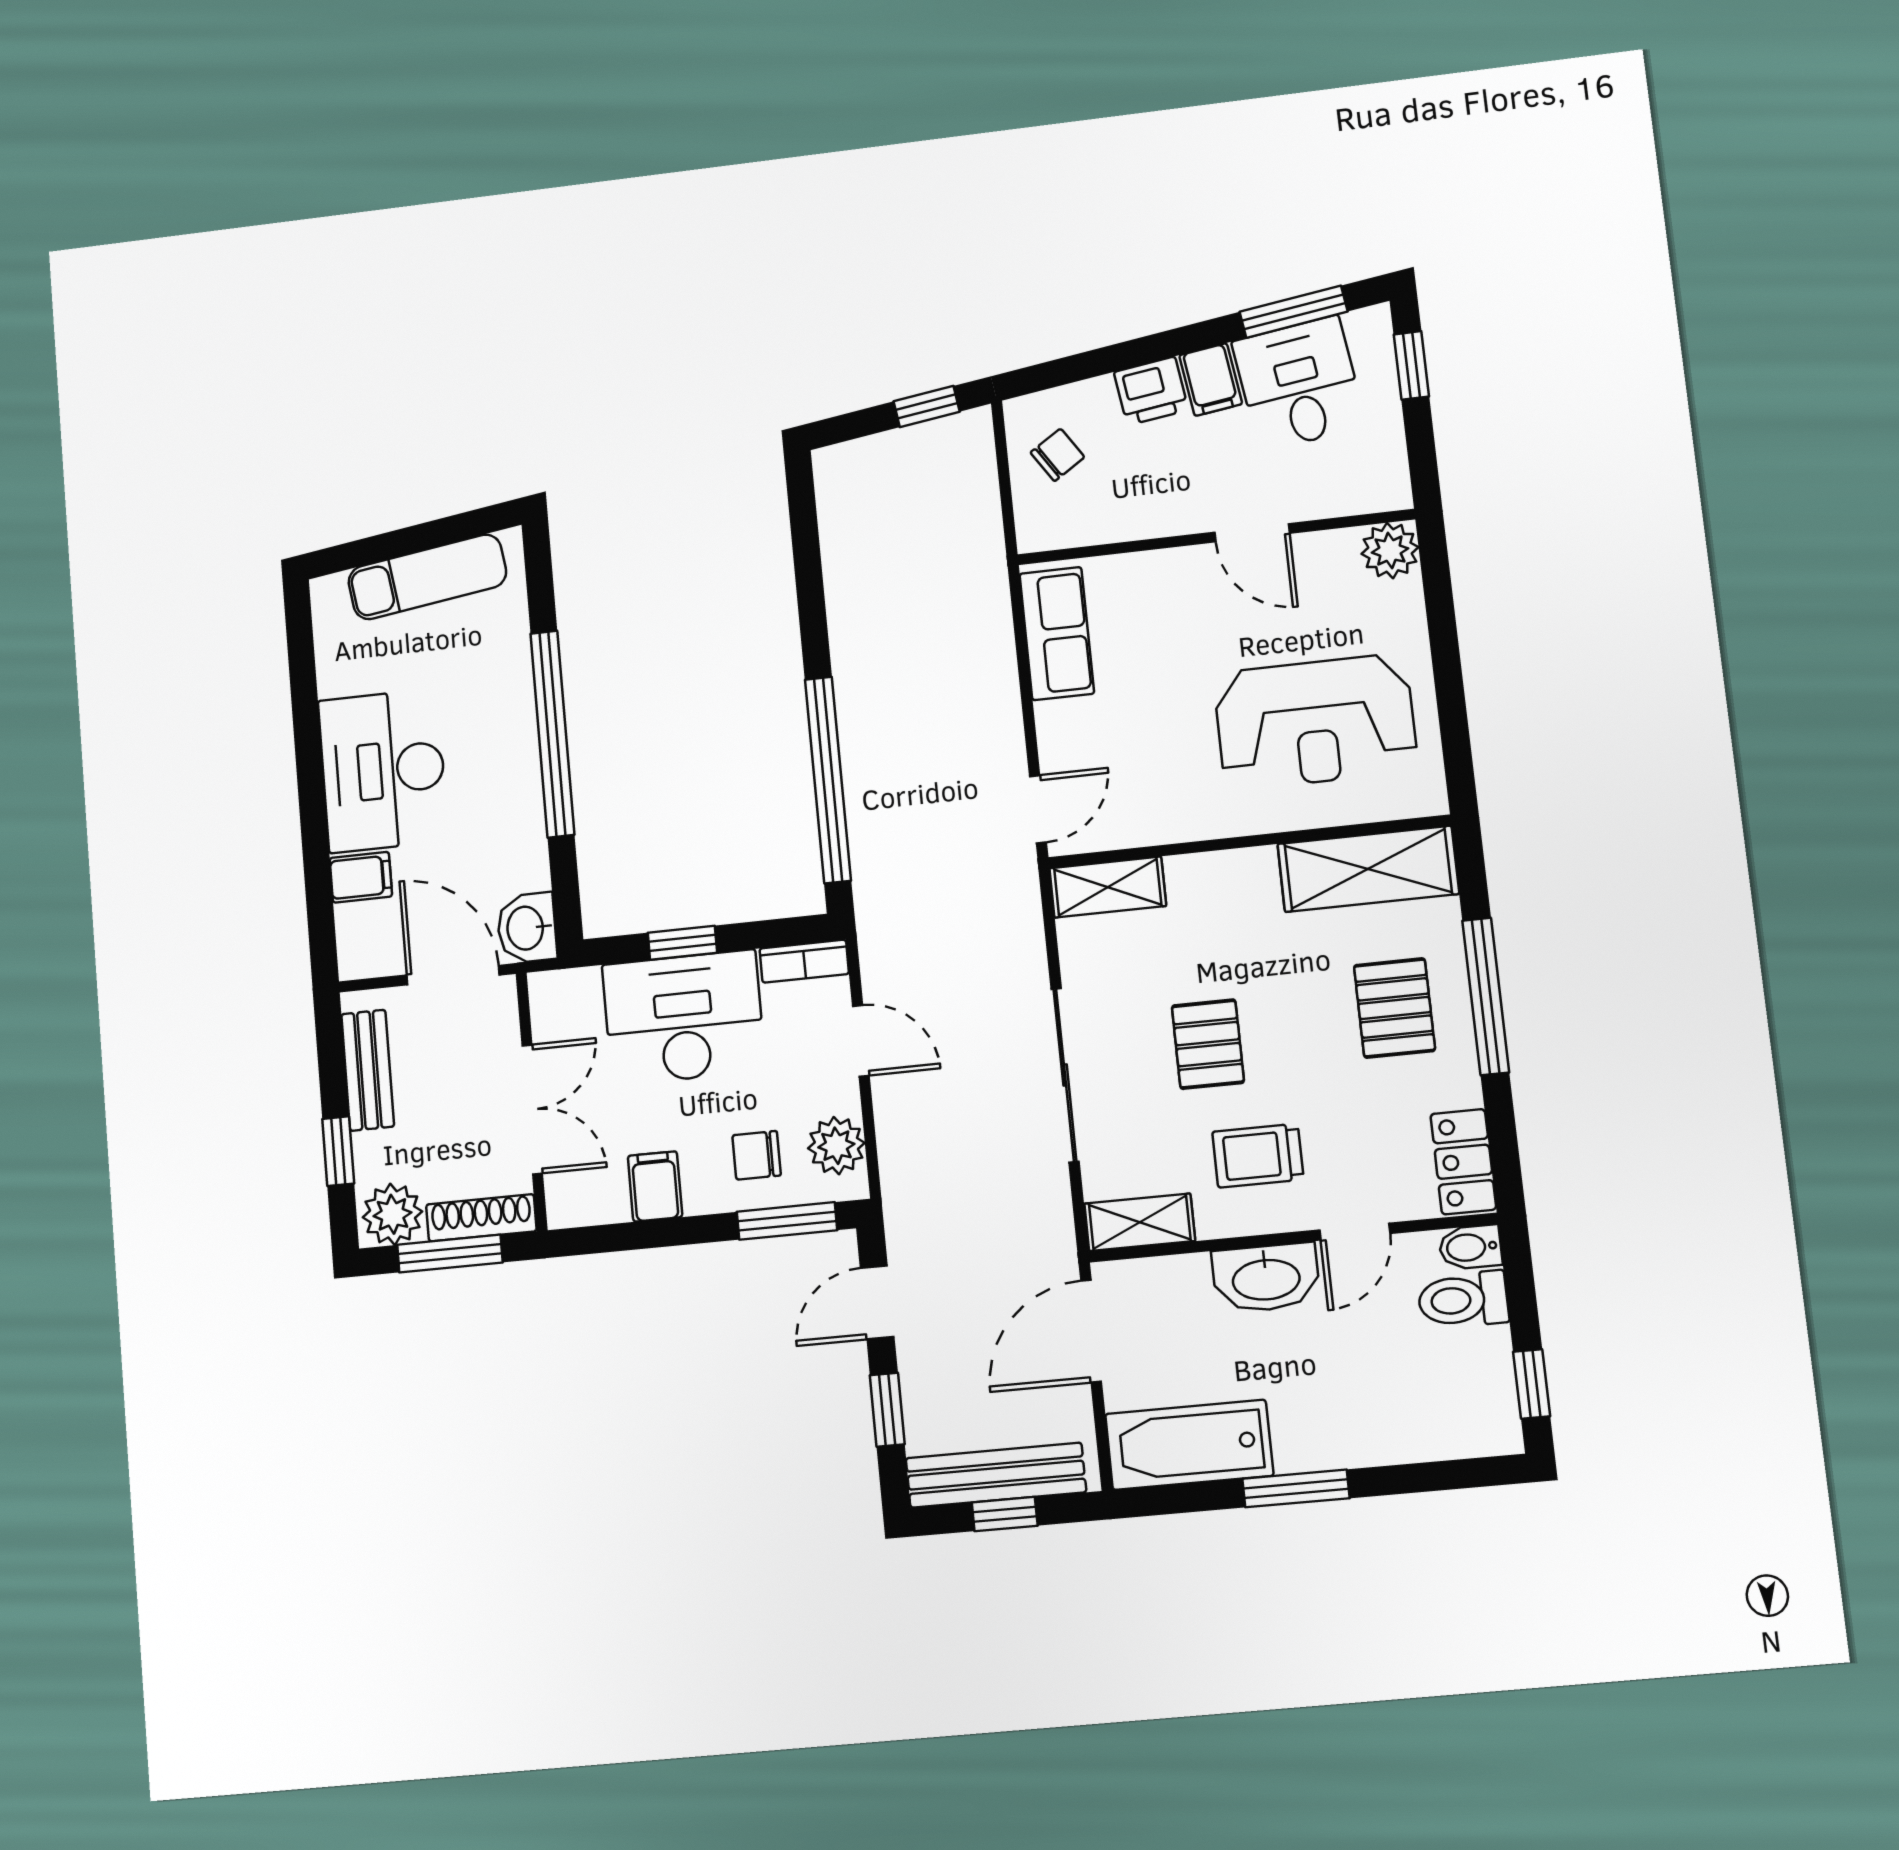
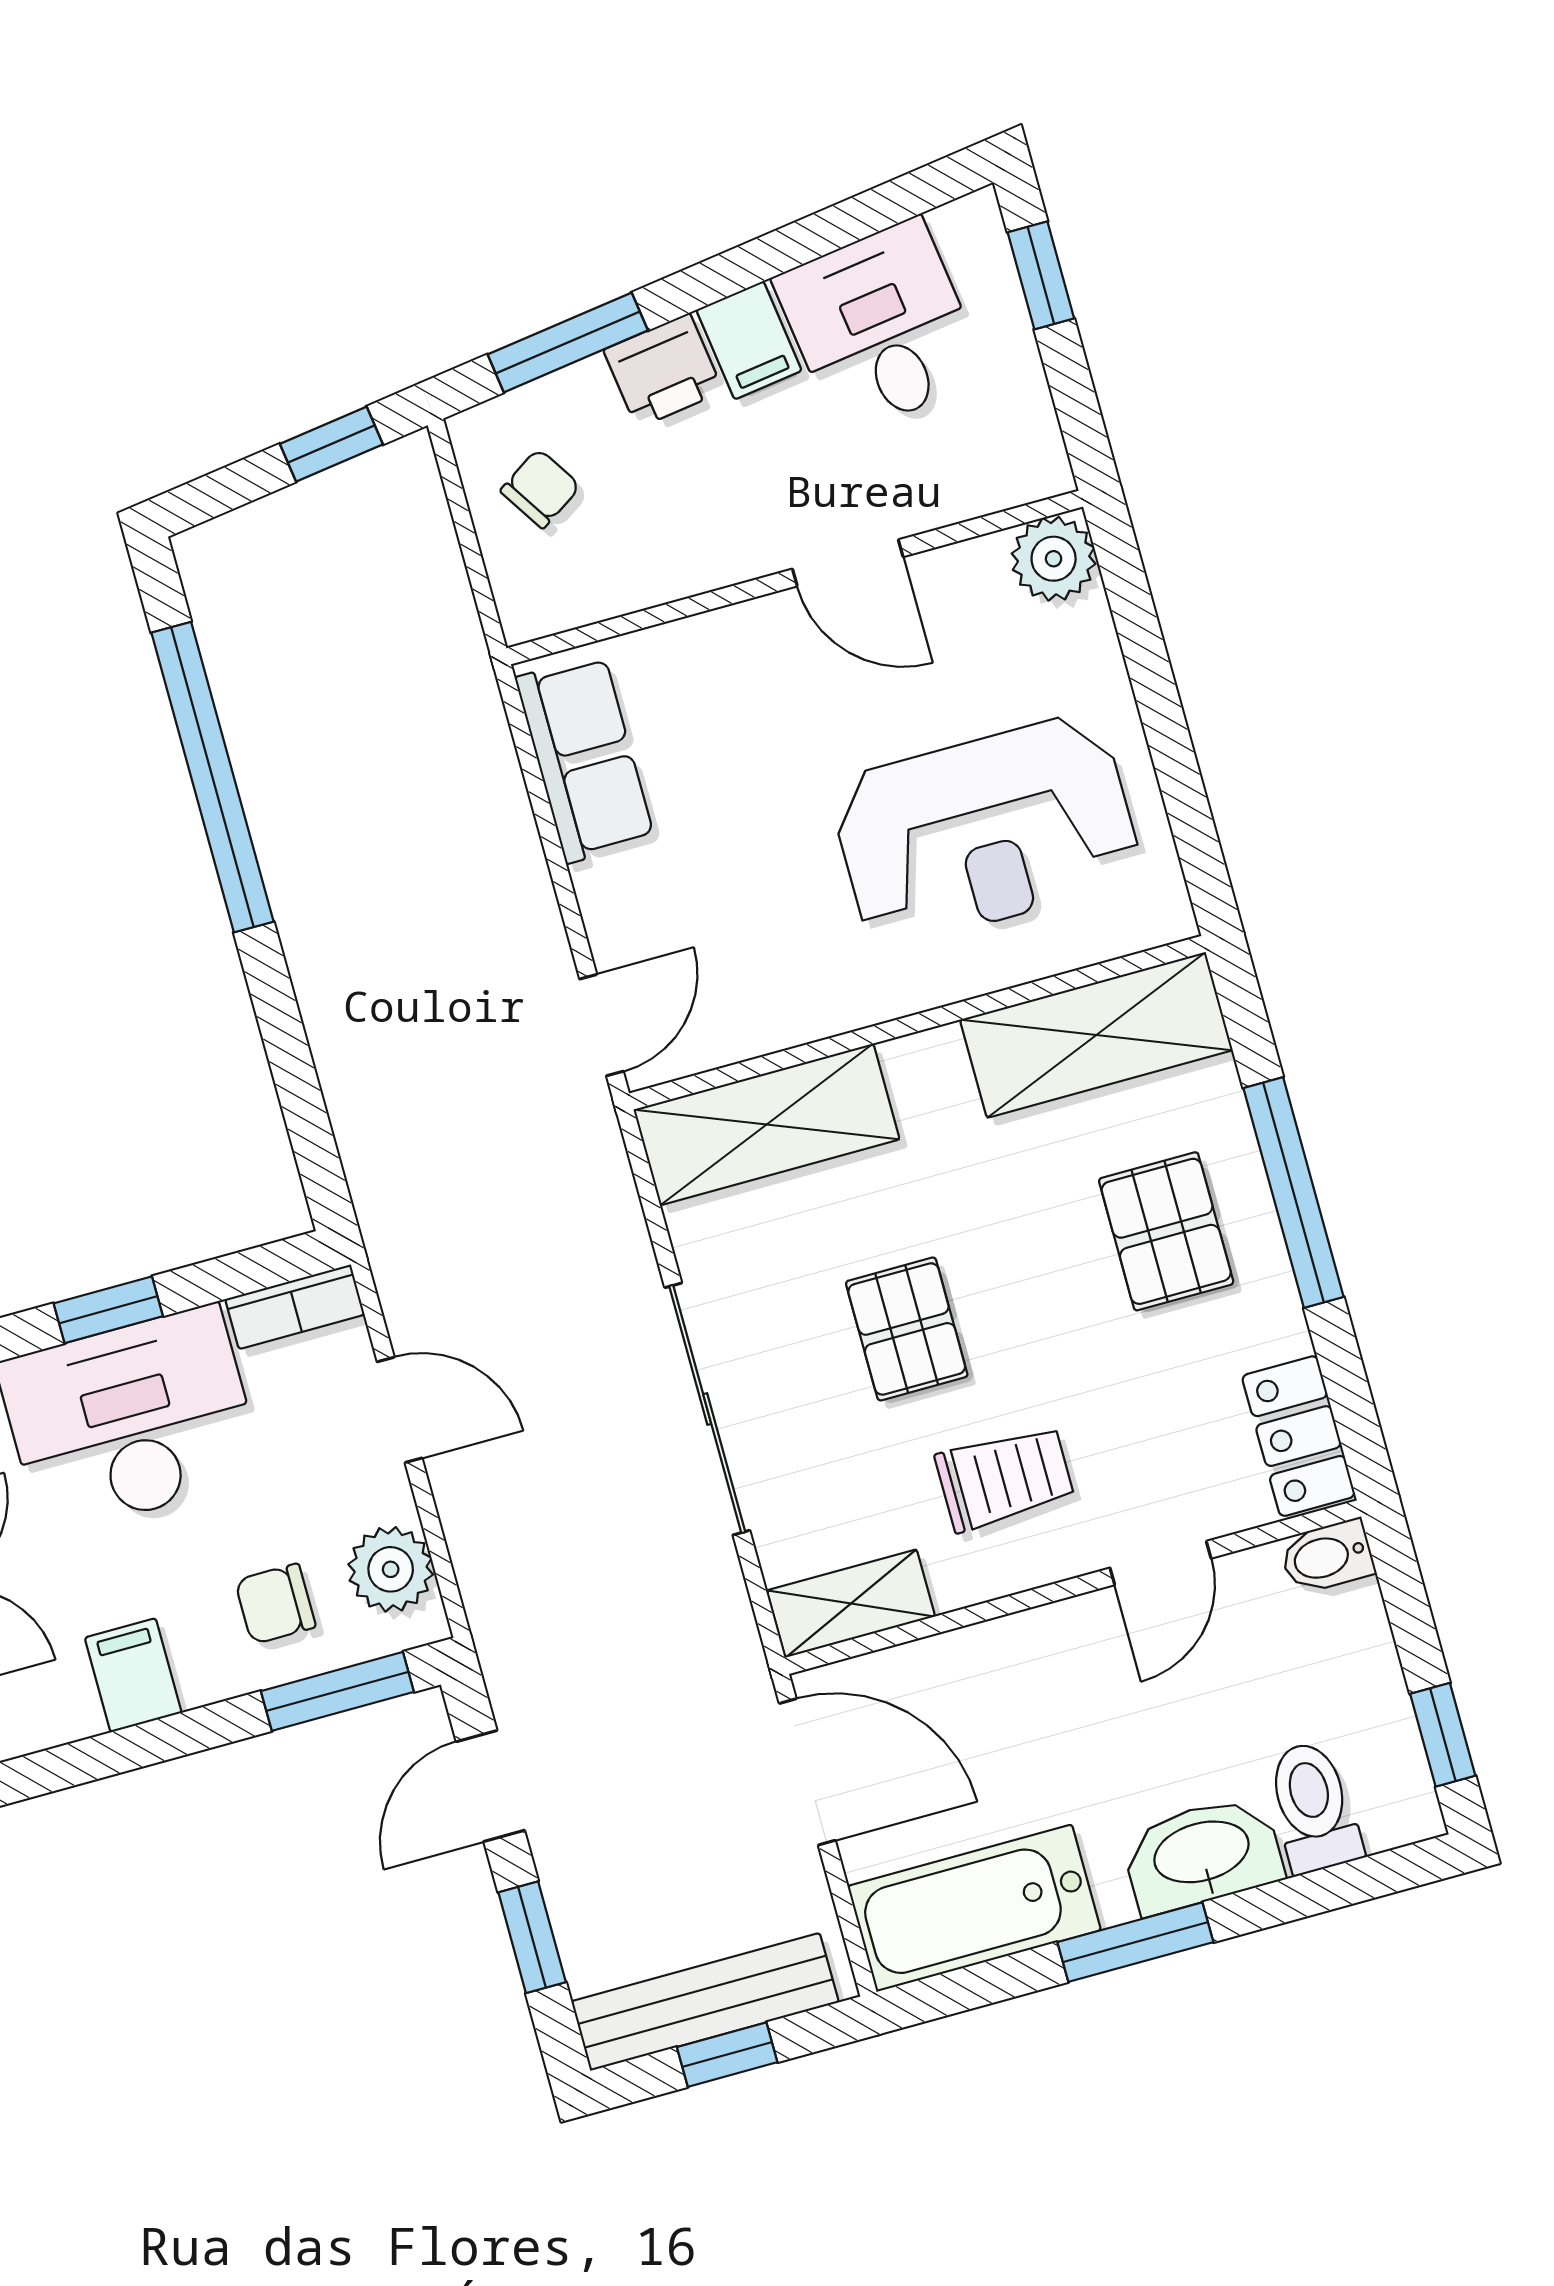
window: (1294, 312) -> (568, 342), moved
window: (828, 780) -> (212, 777), moved
shelving: (1108, 887) -> (767, 1124), width x1.50, depth x1.33
trolley: (1258, 1156) -> (1005, 1478), turned 180
washbasin: (1266, 1278) -> (1202, 1855), moved, turned 180
toilet: (1463, 1300) -> (1313, 1807), moved, turned 90
door: (1091, 1331) -> (807, 1772), swing flipped

